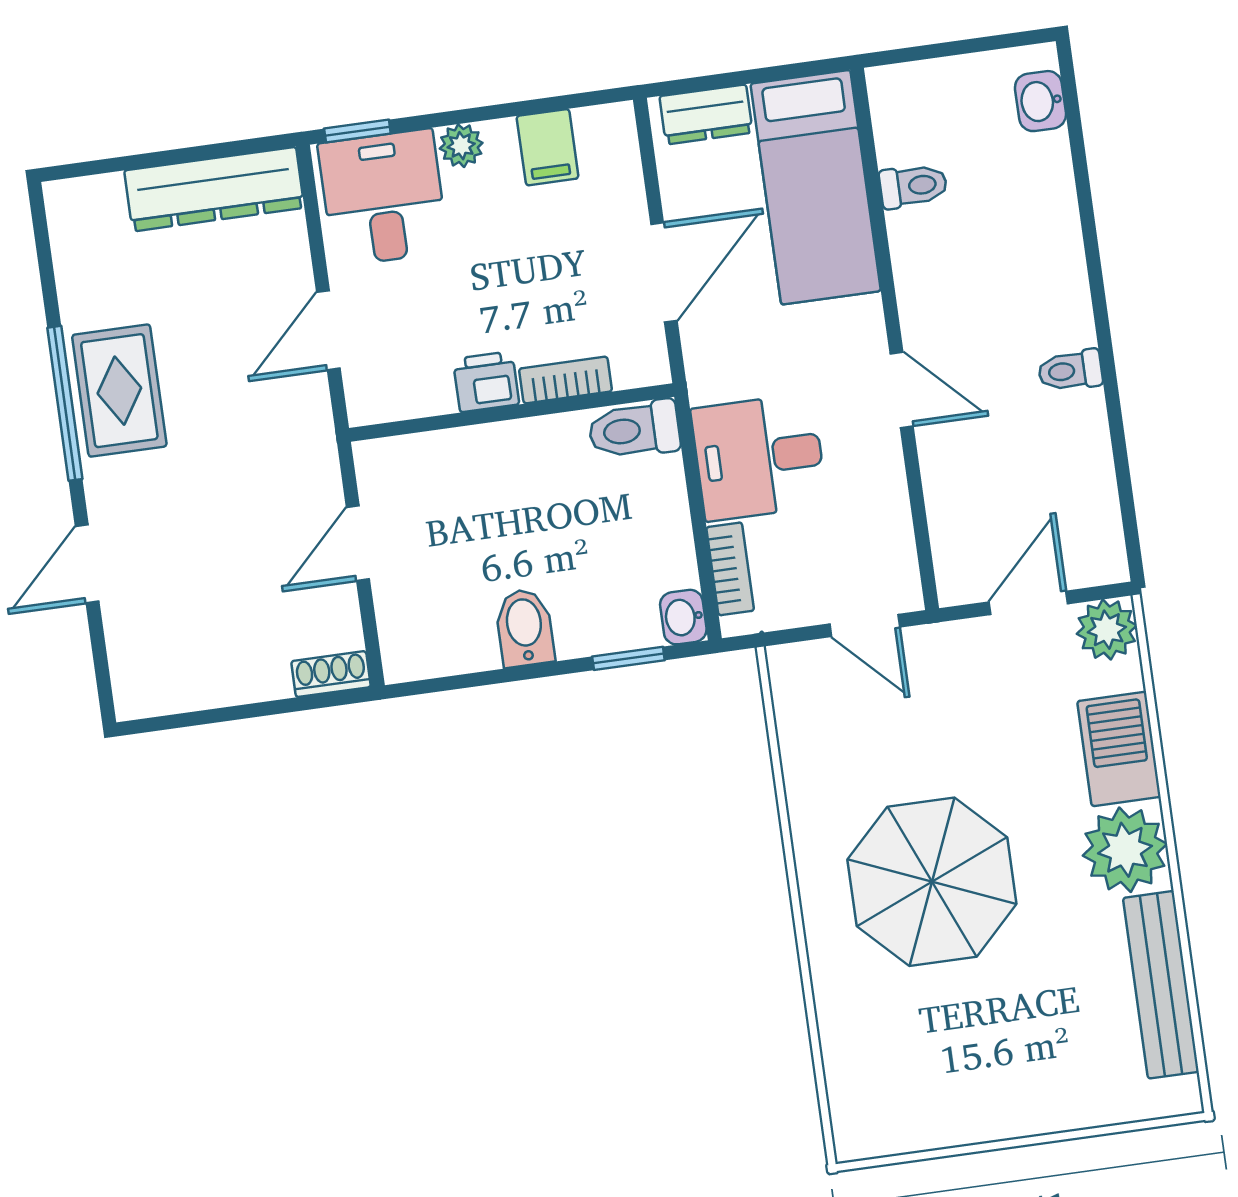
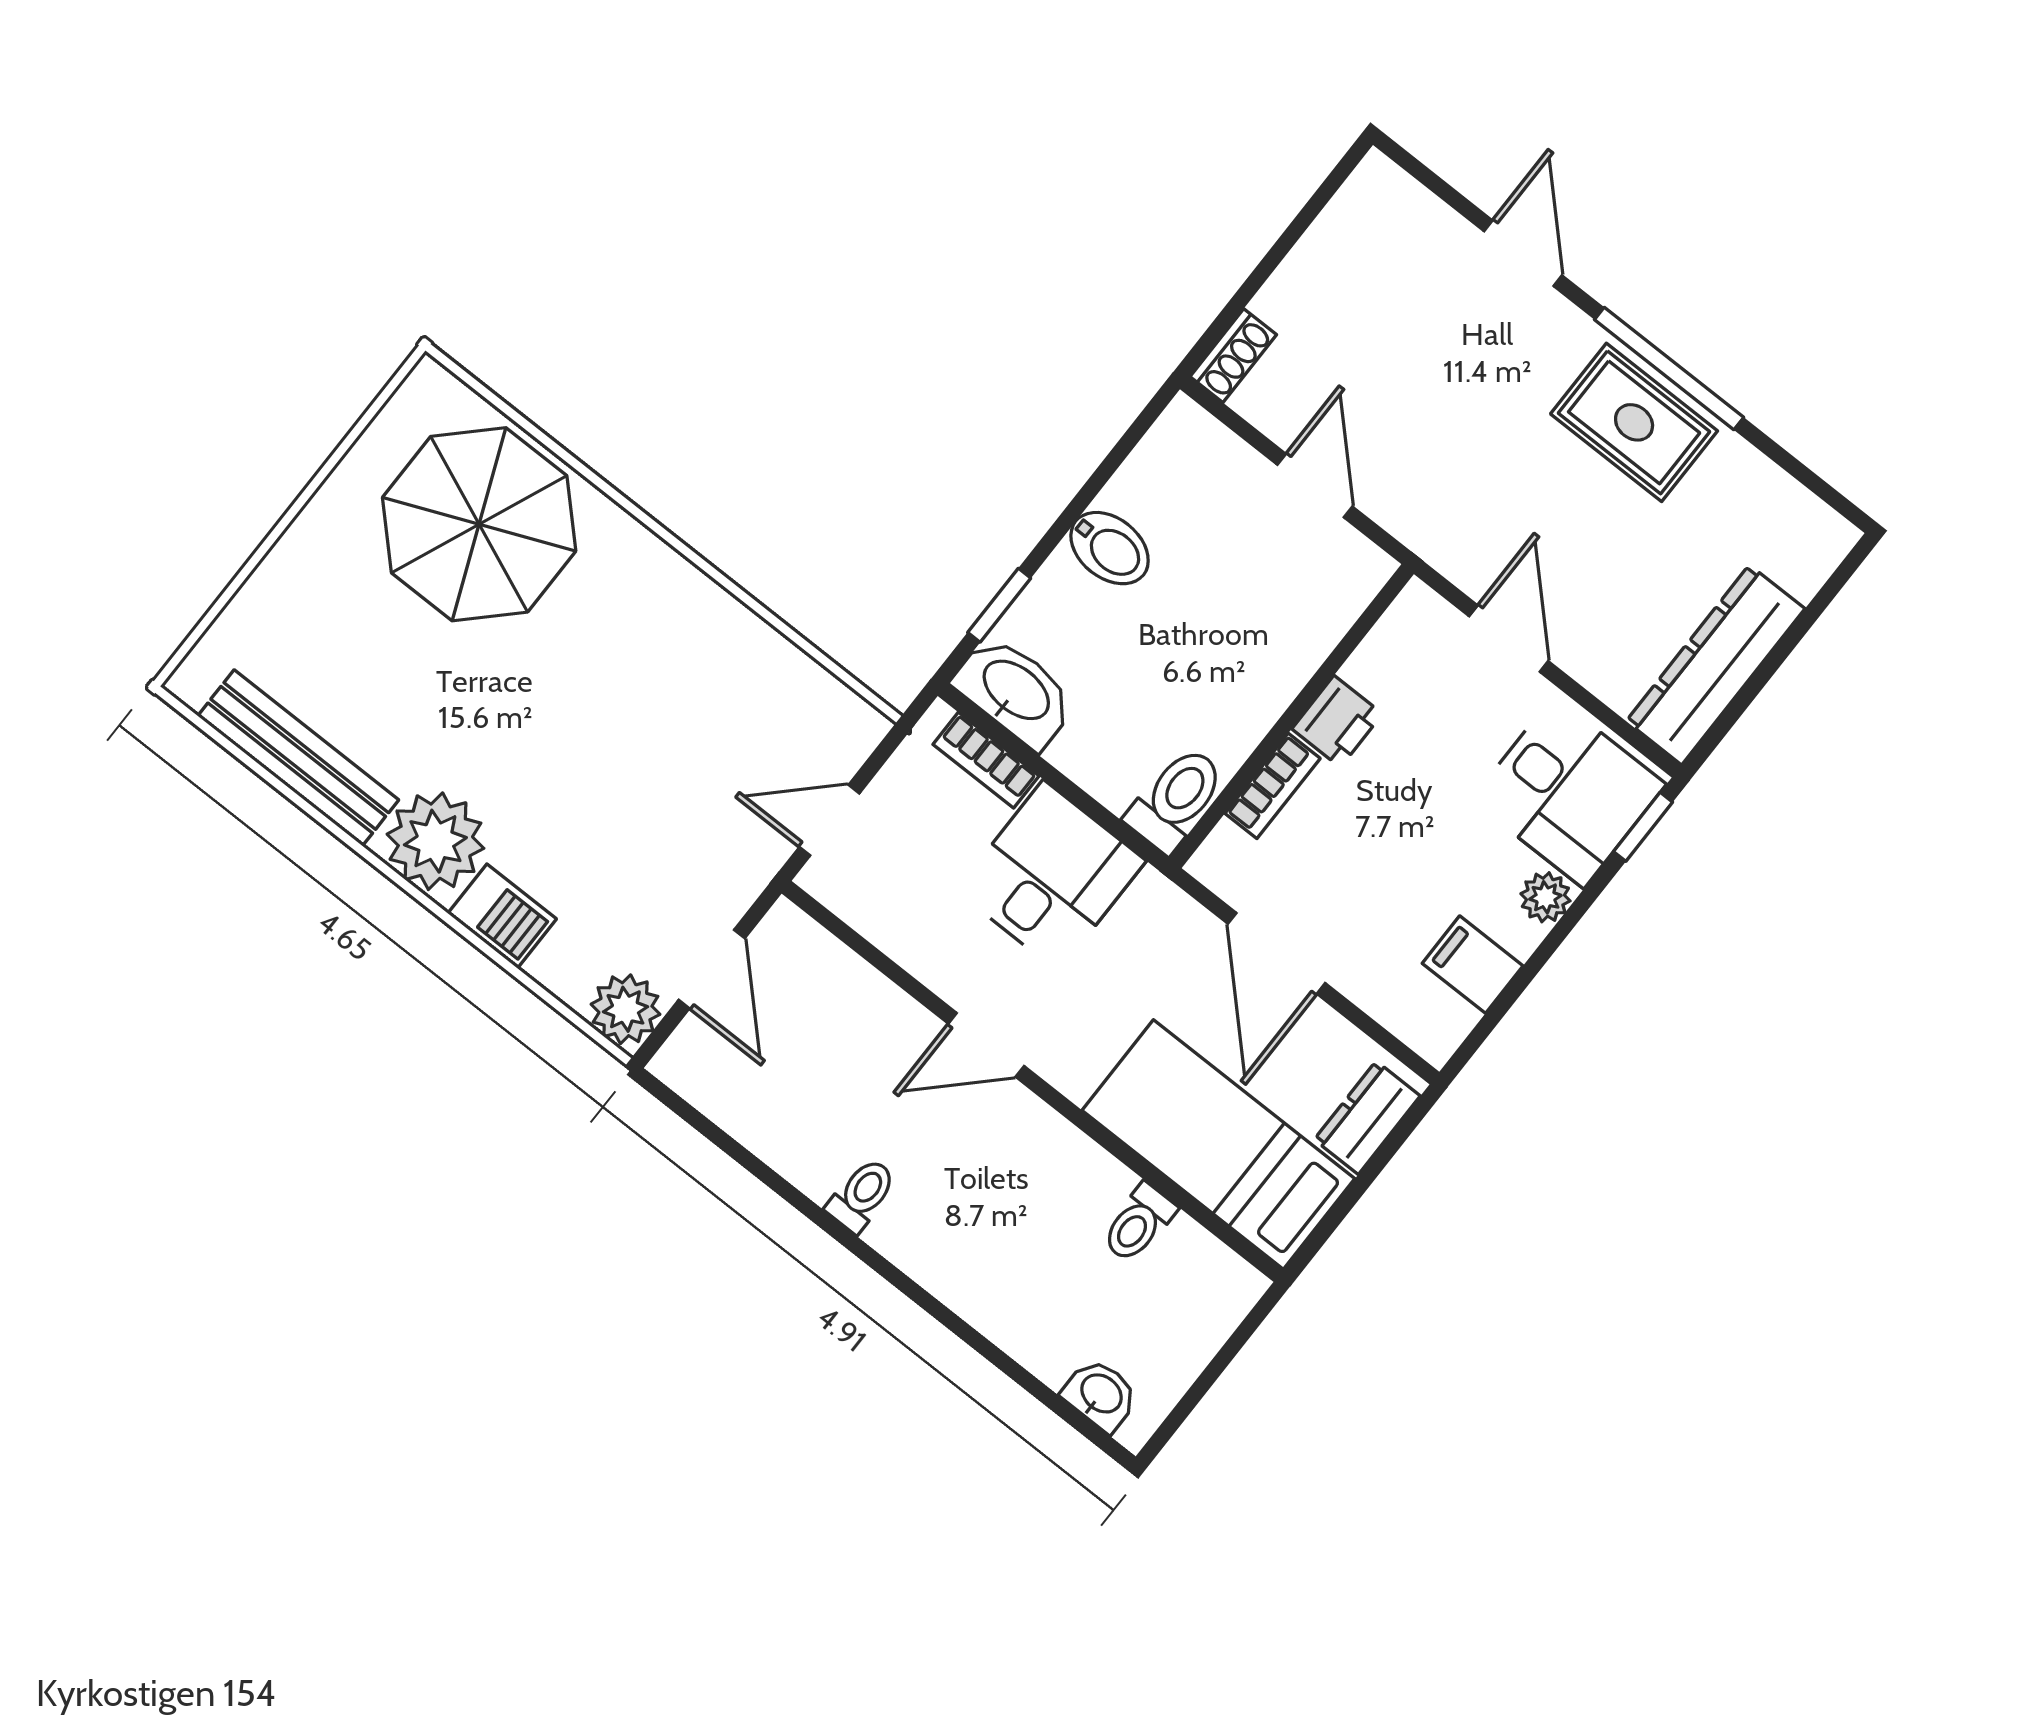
washbasin: (683, 617) -> (1015, 692), width x1.91, depth x1.45
barbecue: (1119, 749) -> (502, 916), width x0.73, depth x0.79
parasol: (932, 882) -> (479, 524), moved

